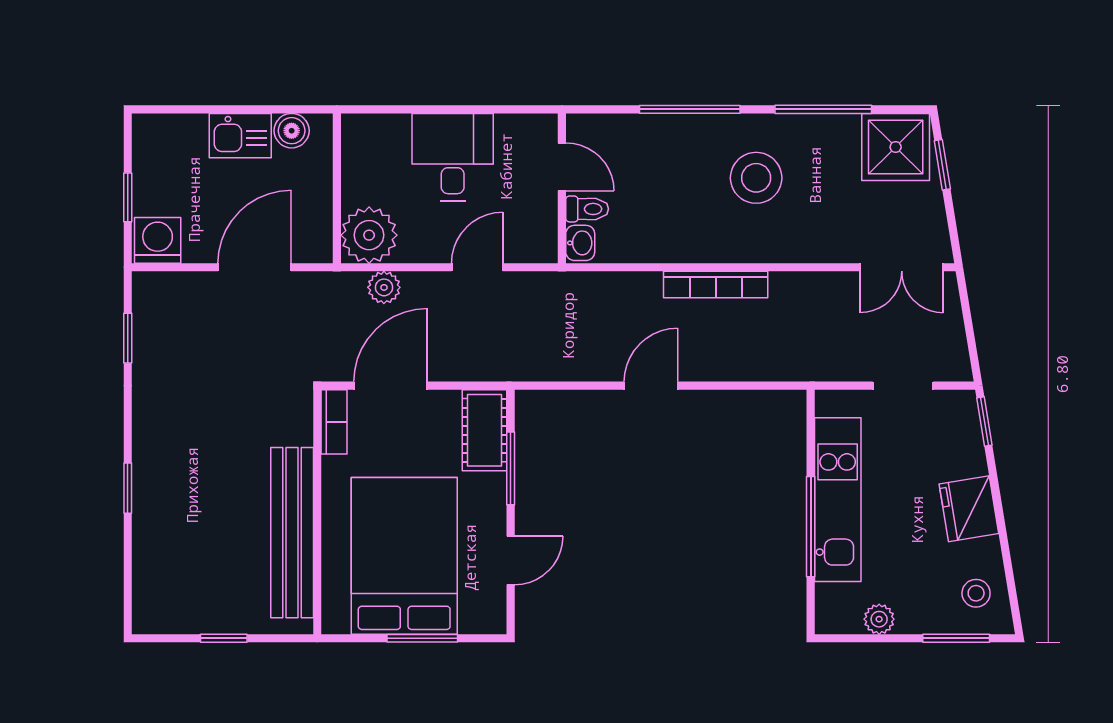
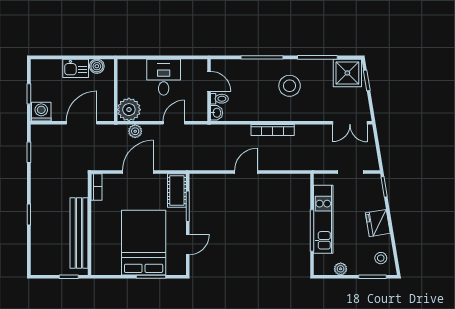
bookcase: (334, 422) -> (96, 187), moved
wall: (317, 512) -> (89, 224), moved
bench: (292, 533) -> (79, 233), moved

